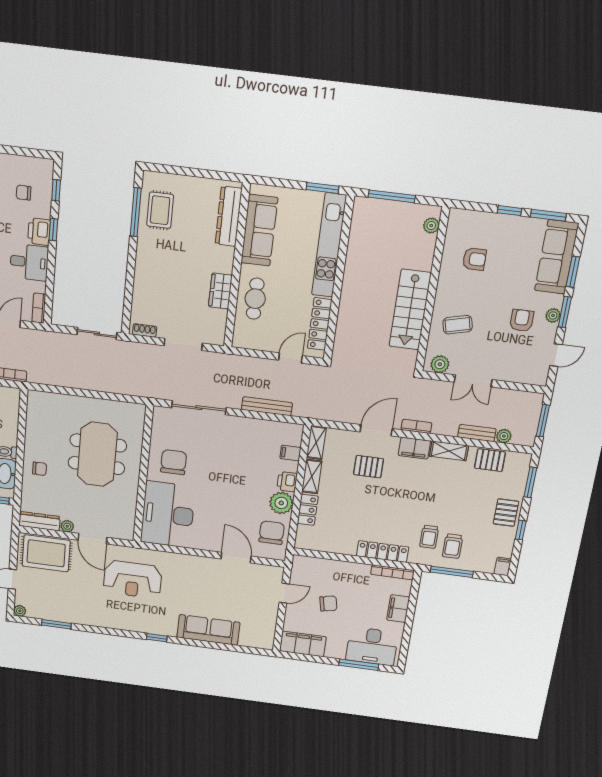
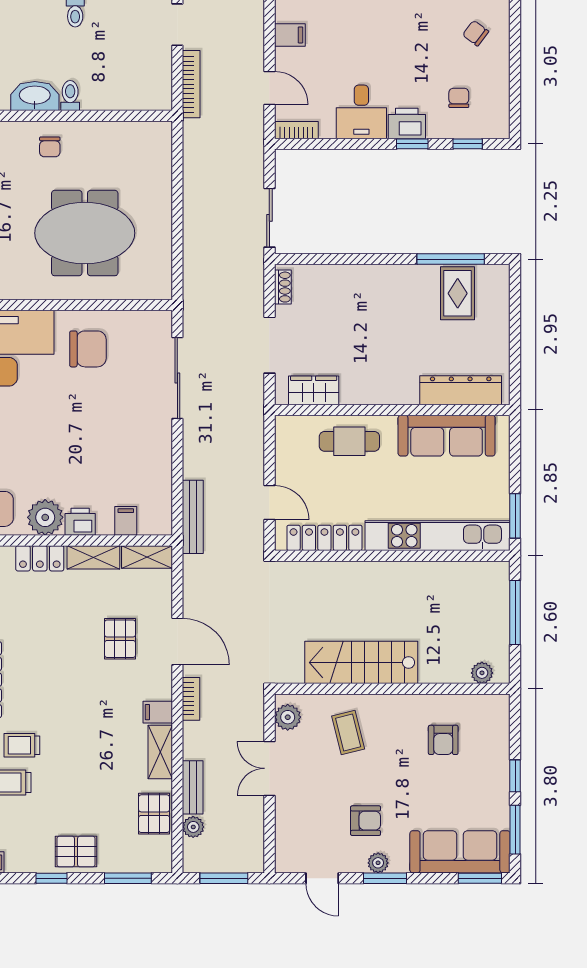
rug: (160, 210) -> (458, 293), turned 90
window: (573, 272) -> (480, 878), moved
wardrobe: (220, 291) -> (314, 390), moved
bench: (267, 406) -> (193, 517), moved
filing cabinet: (414, 448) -> (158, 712), width x0.50

